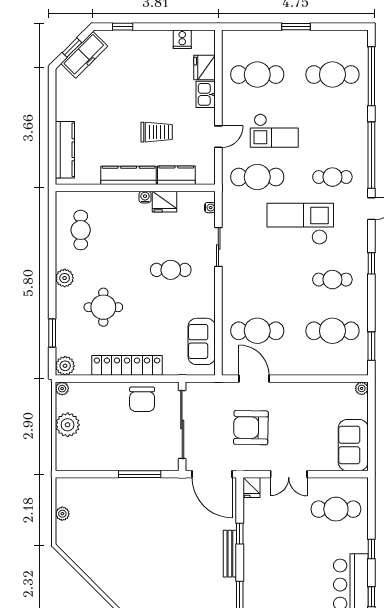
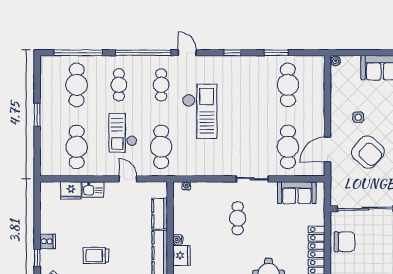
cooker: (182, 39) -> (48, 241), moved
checkout: (274, 131) -> (123, 133), turned 180
trolley: (157, 132) -> (96, 256), moved, turned -90
fridge: (164, 202) -> (181, 255), moved
checkout: (300, 224) -> (200, 111), turned 180
sliding door: (218, 247) -> (252, 179), moved
cafe table: (332, 280) -> (119, 85), moved
window: (371, 346) -> (276, 53), moved
side table: (293, 416) -> (358, 117), added
armchair: (251, 428) -> (368, 152), turned -49

